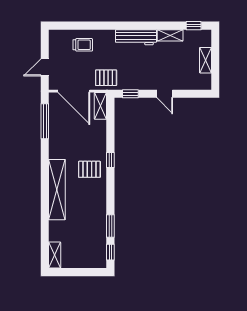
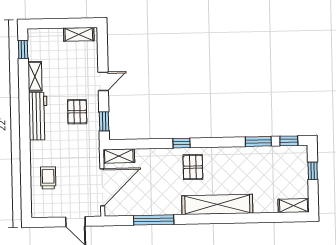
shelving: (205, 60) -> (79, 34), moved
pallet: (106, 78) -> (77, 112), moved
window: (45, 121) -> (154, 220), moved
window: (84, 272) -> (313, 171), added

